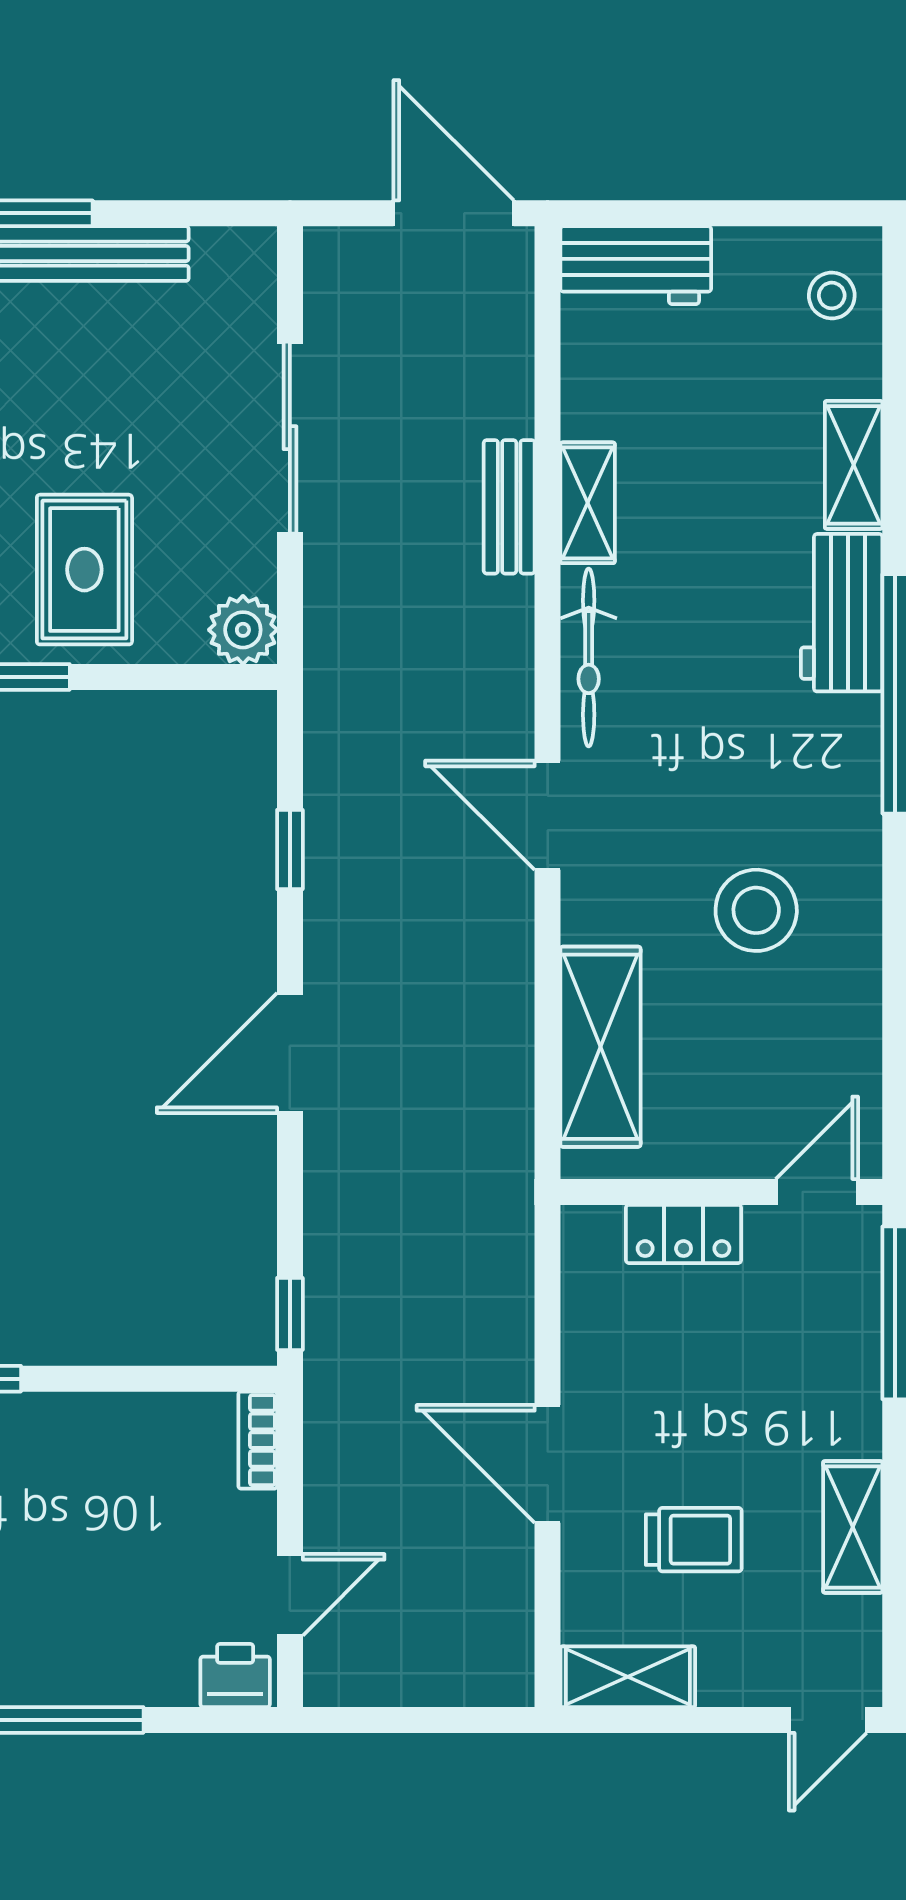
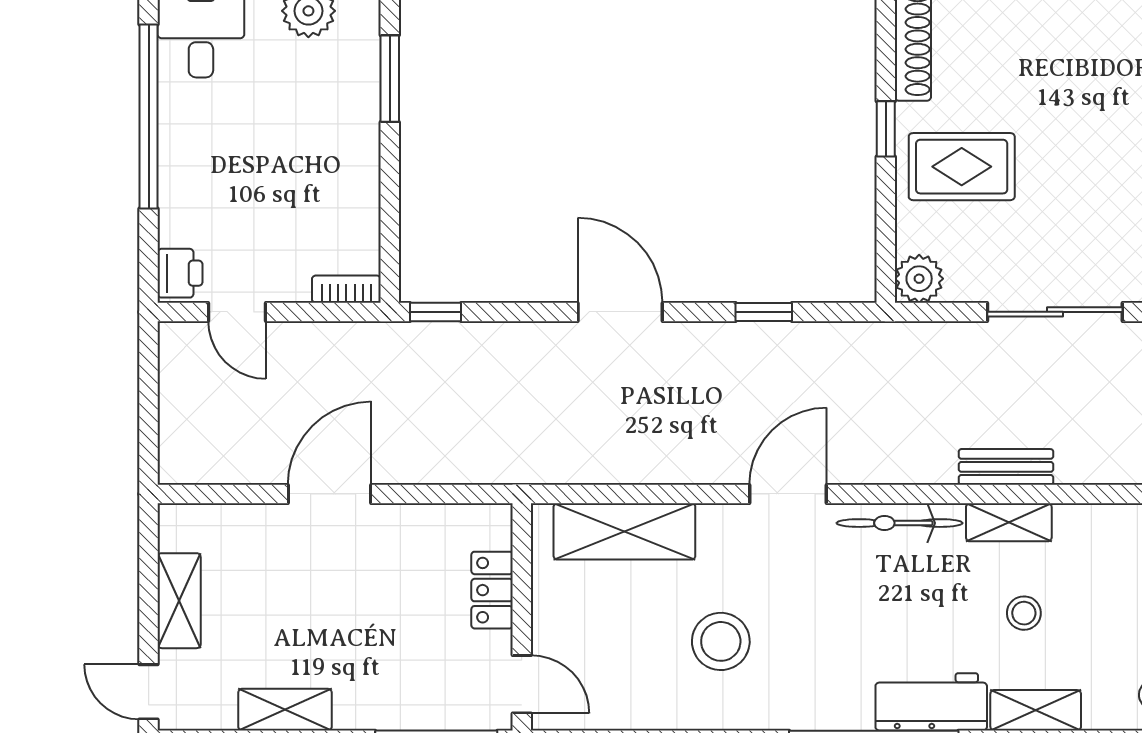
stool: (716, 482) -> (1024, 613), added
trolley: (694, 1540) -> (276, 597), removed
shelving: (628, 1677) -> (179, 601), moved

